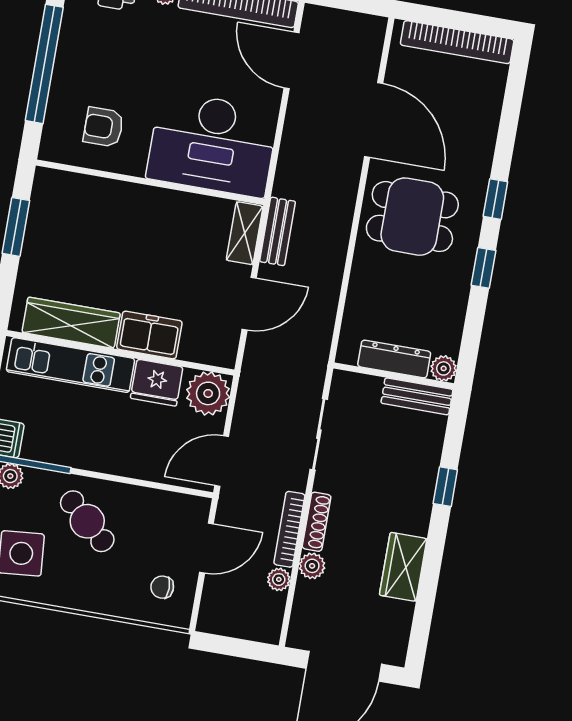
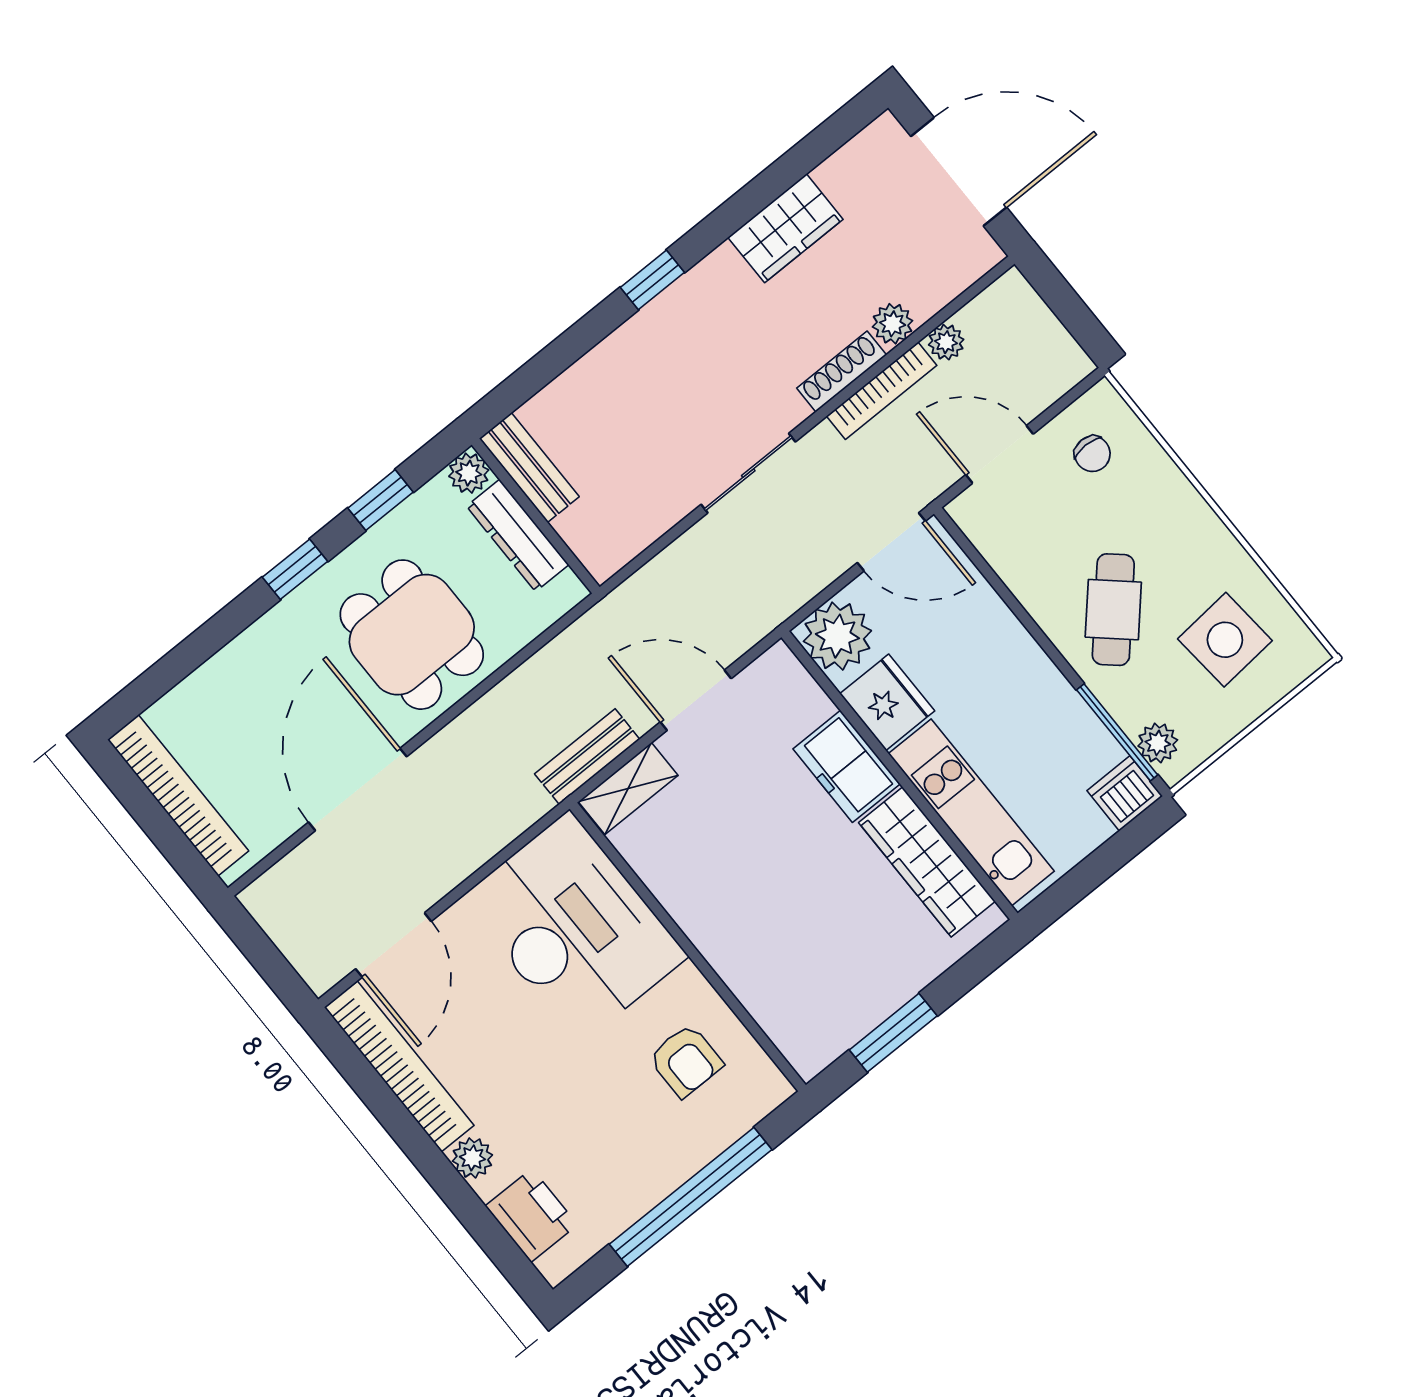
dresser: (394, 359) -> (518, 535), moved
plant: (444, 368) -> (469, 473), moved
wall: (394, 376) -> (536, 516), moved
bench: (417, 396) -> (529, 468), moved

